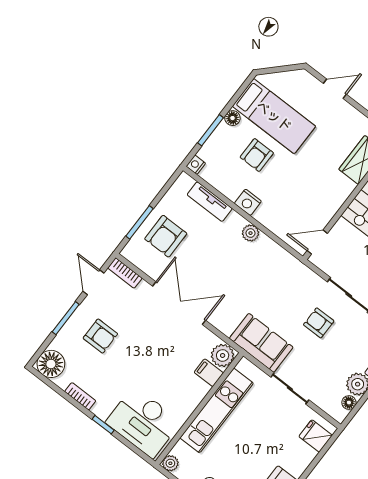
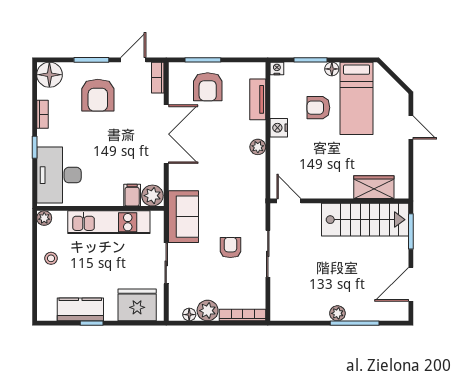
armchair: (166, 236) -> (208, 87), turned -90
armchair: (100, 336) -> (98, 95), width x1.38, depth x1.38
fridge: (316, 436) -> (137, 305), width x1.88, depth x1.34

